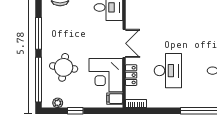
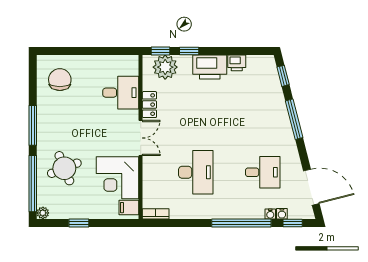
round table: (64, 67) -> (64, 168), turned -30
locker: (131, 75) -> (149, 105), moved
plant: (58, 103) -> (43, 213), moved

